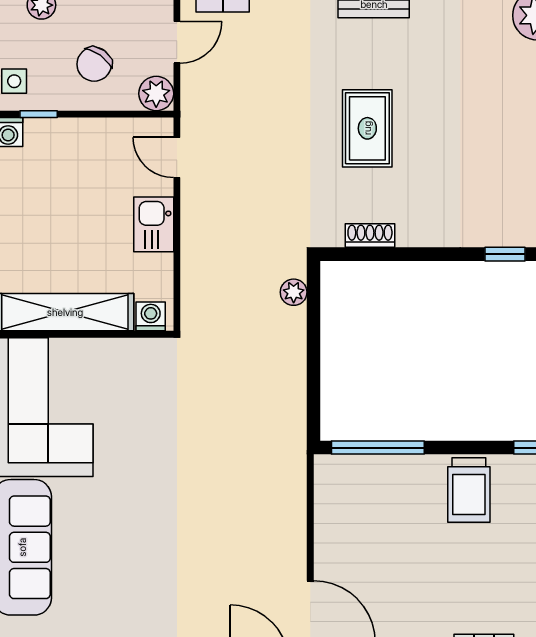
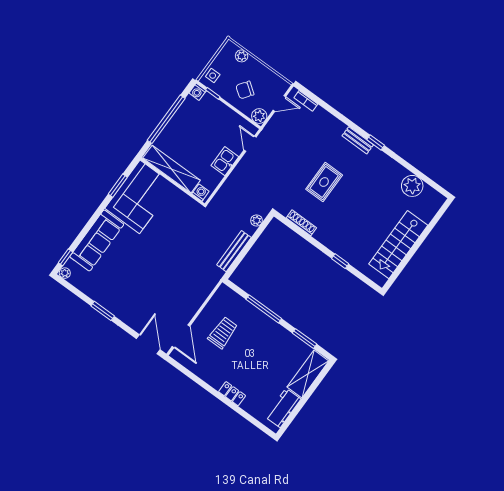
shoe rack: (370, 236) -> (301, 223), width x1.43
bench: (293, 380) -> (234, 251), added
window: (378, 448) -> (264, 309), moved
trolley: (469, 490) -> (223, 333), moved, turned 180

